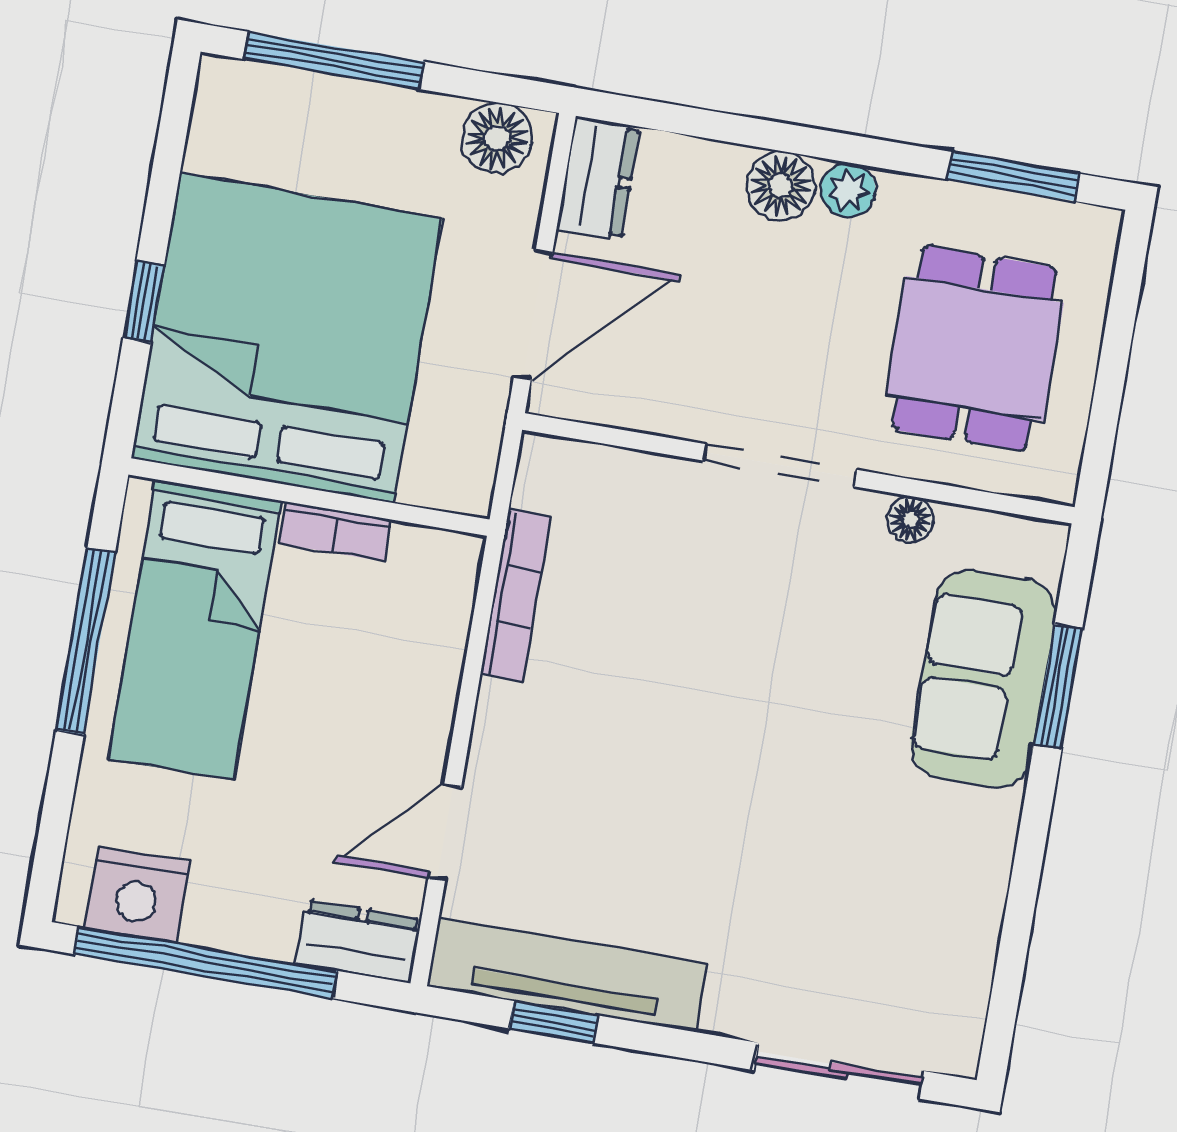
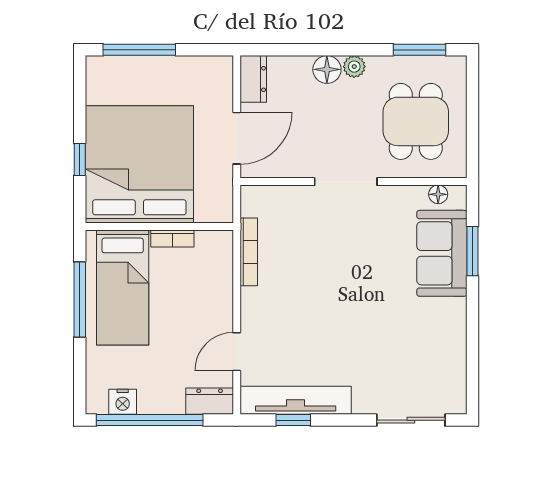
floor lamp: (497, 138) -> (210, 70), removed
floor lamp: (910, 519) -> (438, 194), moved
nightstand: (137, 895) -> (123, 402), width x0.74, depth x0.75

